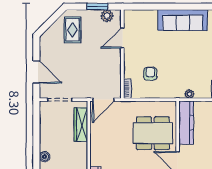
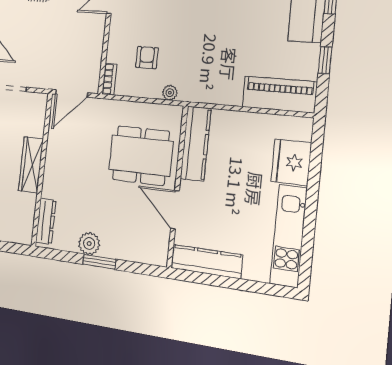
plant: (189, 94) -> (170, 93), moved
wardrobe: (81, 125) -> (31, 165), moved

